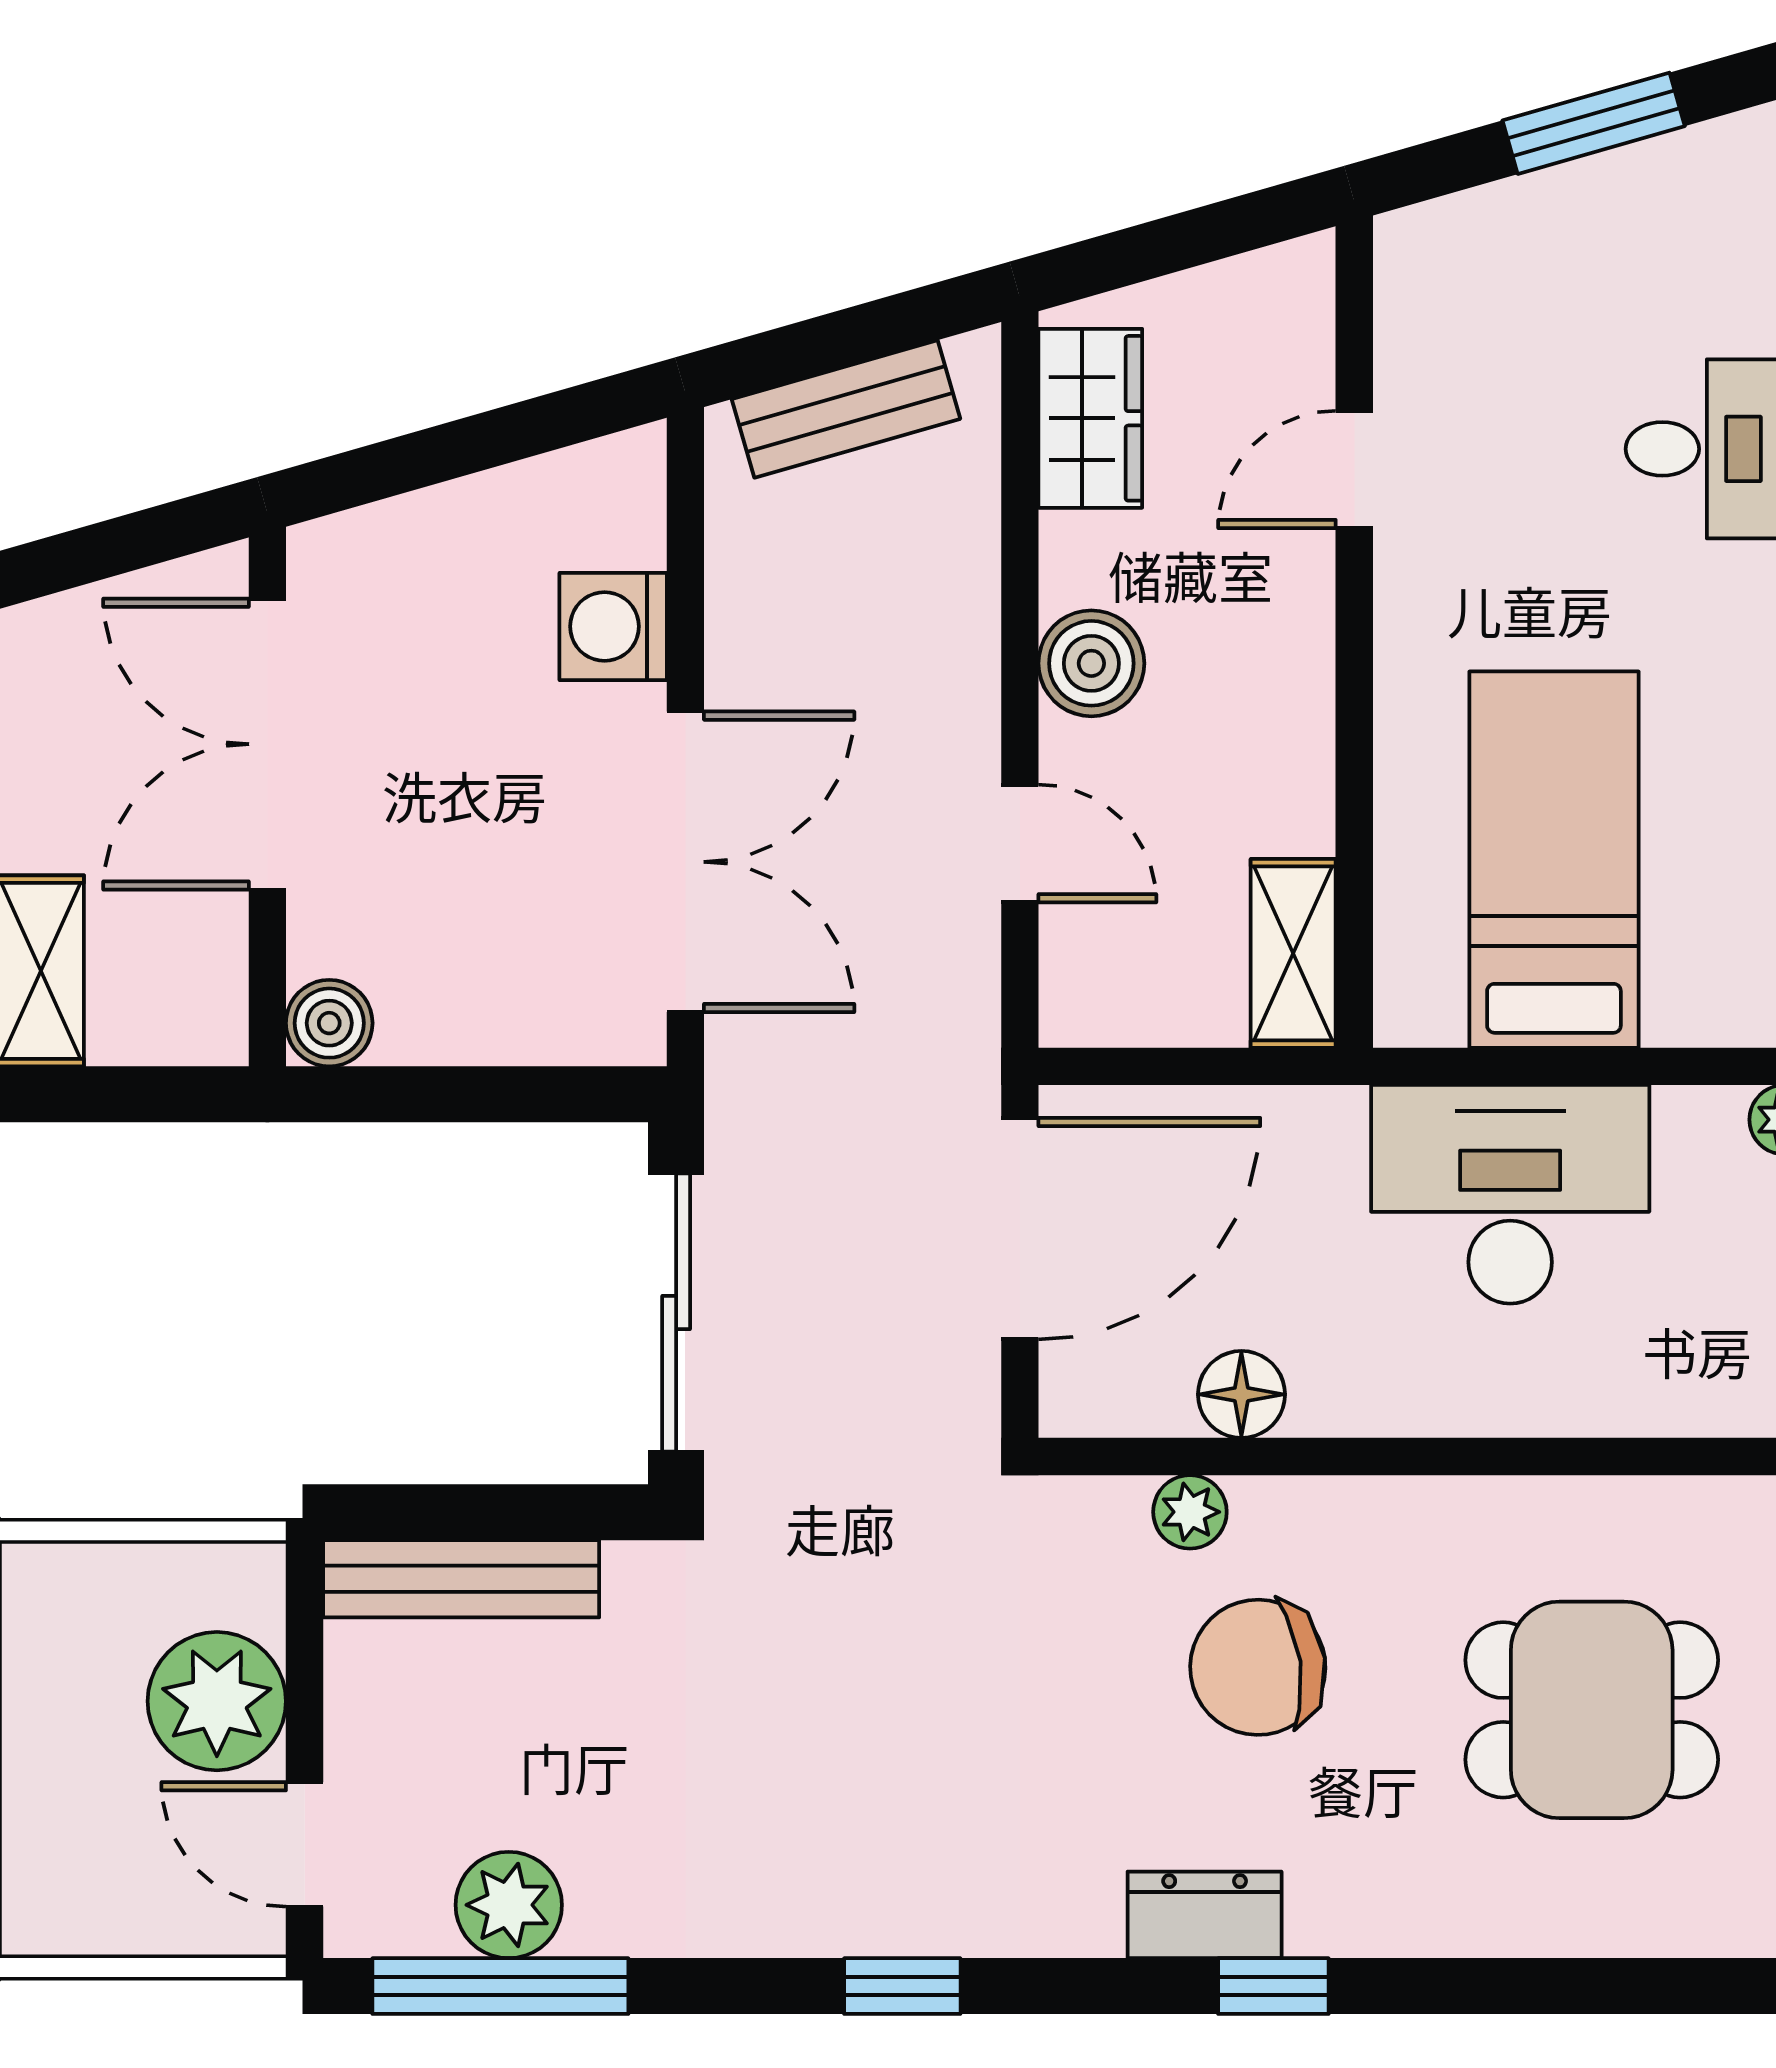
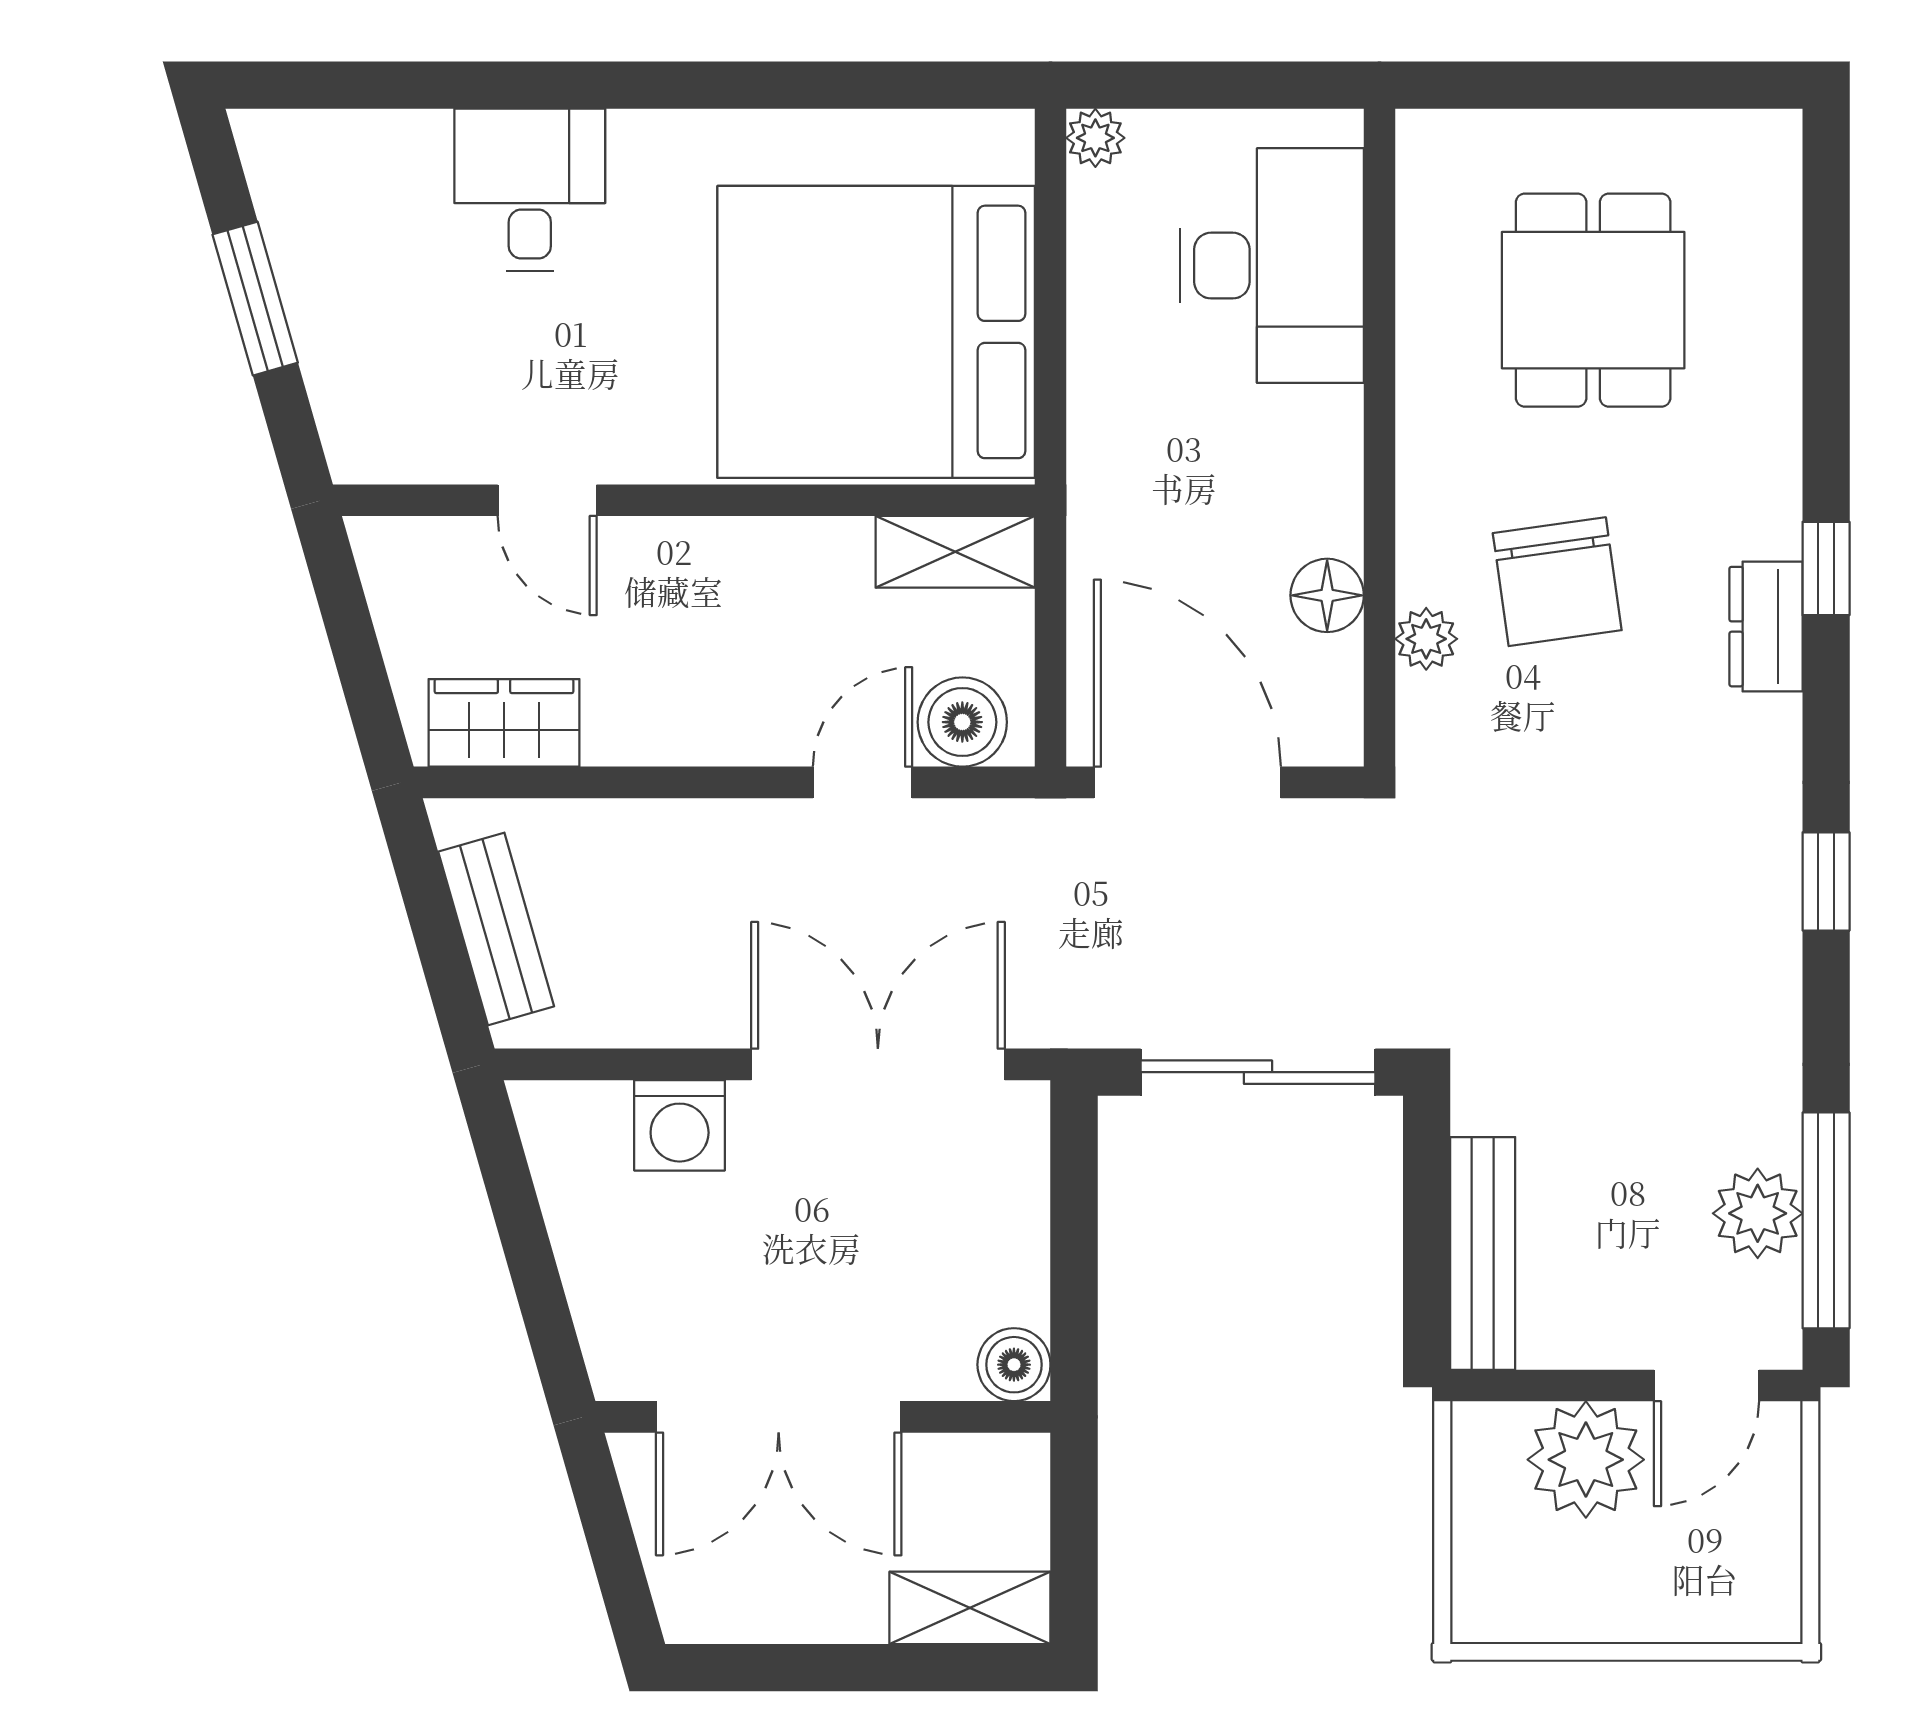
boiler: (1091, 663) -> (962, 722), moved
bed: (1554, 860) -> (876, 332), width x2.04
desk: (1510, 1194) -> (1272, 266), moved, turned 180

